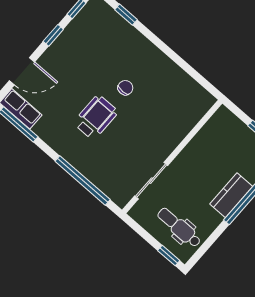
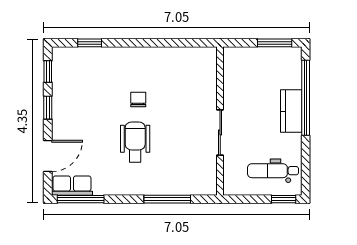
window: (83, 180) -> (167, 199), width x0.68
sliding door: (151, 181) -> (220, 133), moved

